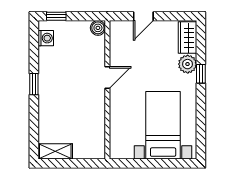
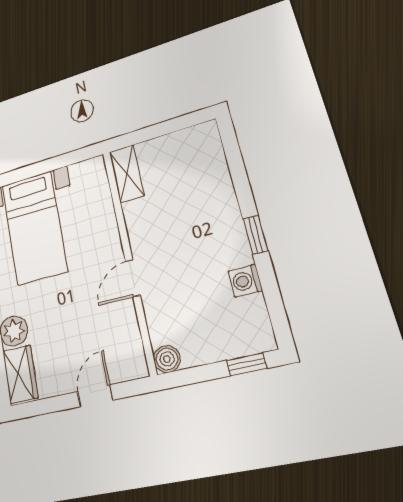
washing machine: (46, 38) -> (245, 281), moved
shelving: (55, 151) -> (127, 174), moved, turned 90

